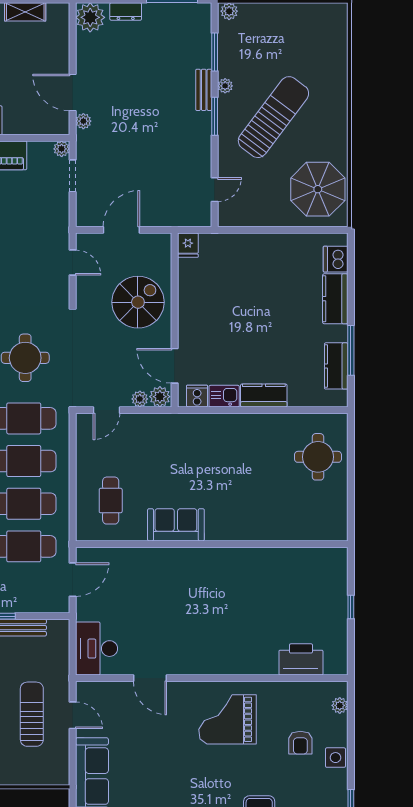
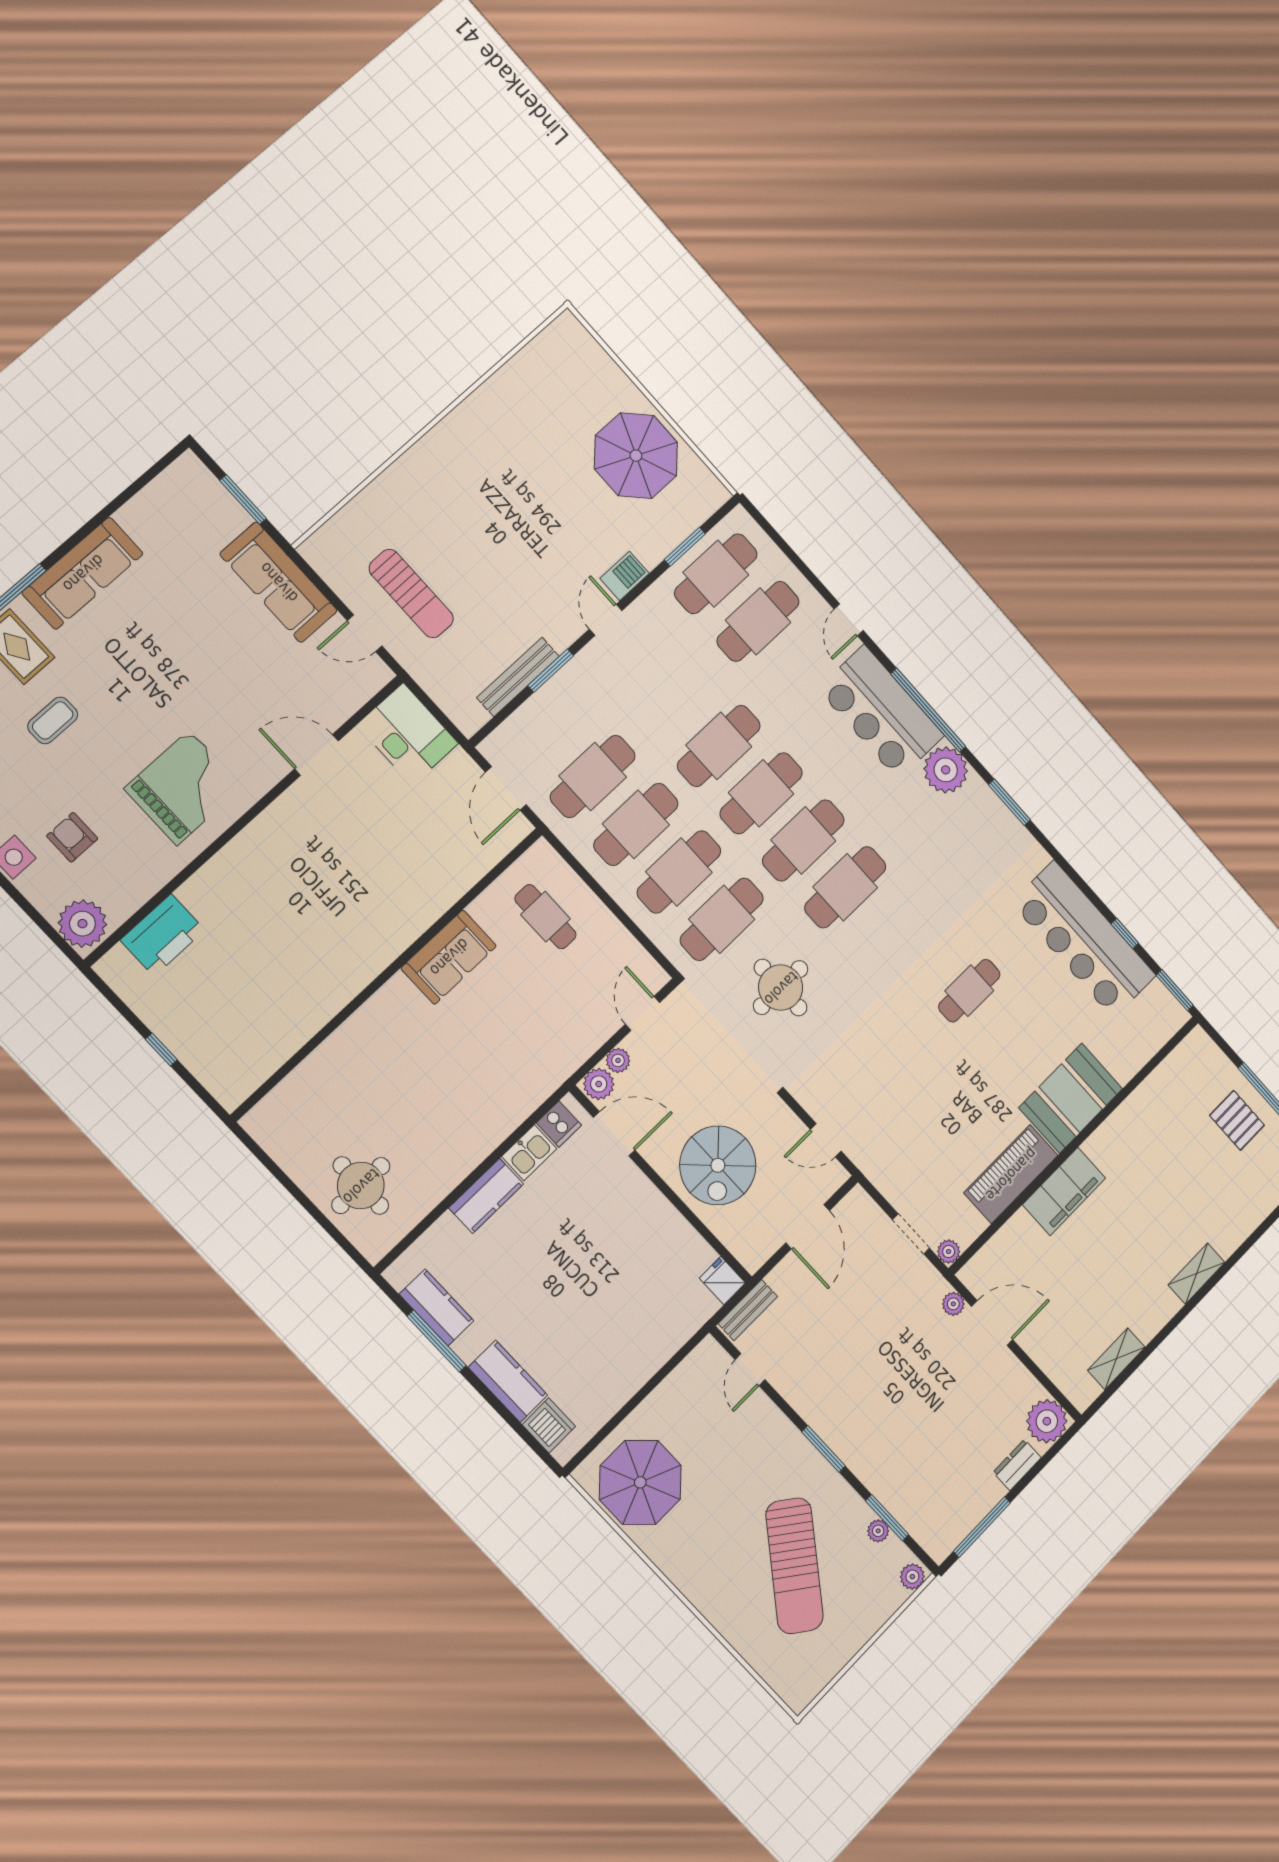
plant: (225, 86) -> (878, 1531), moved
bench: (204, 90) -> (748, 1310), moved, turned 90
sun lounger: (273, 117) -> (794, 1566), moved
plant: (340, 705) -> (82, 924), width x1.88, depth x1.88

